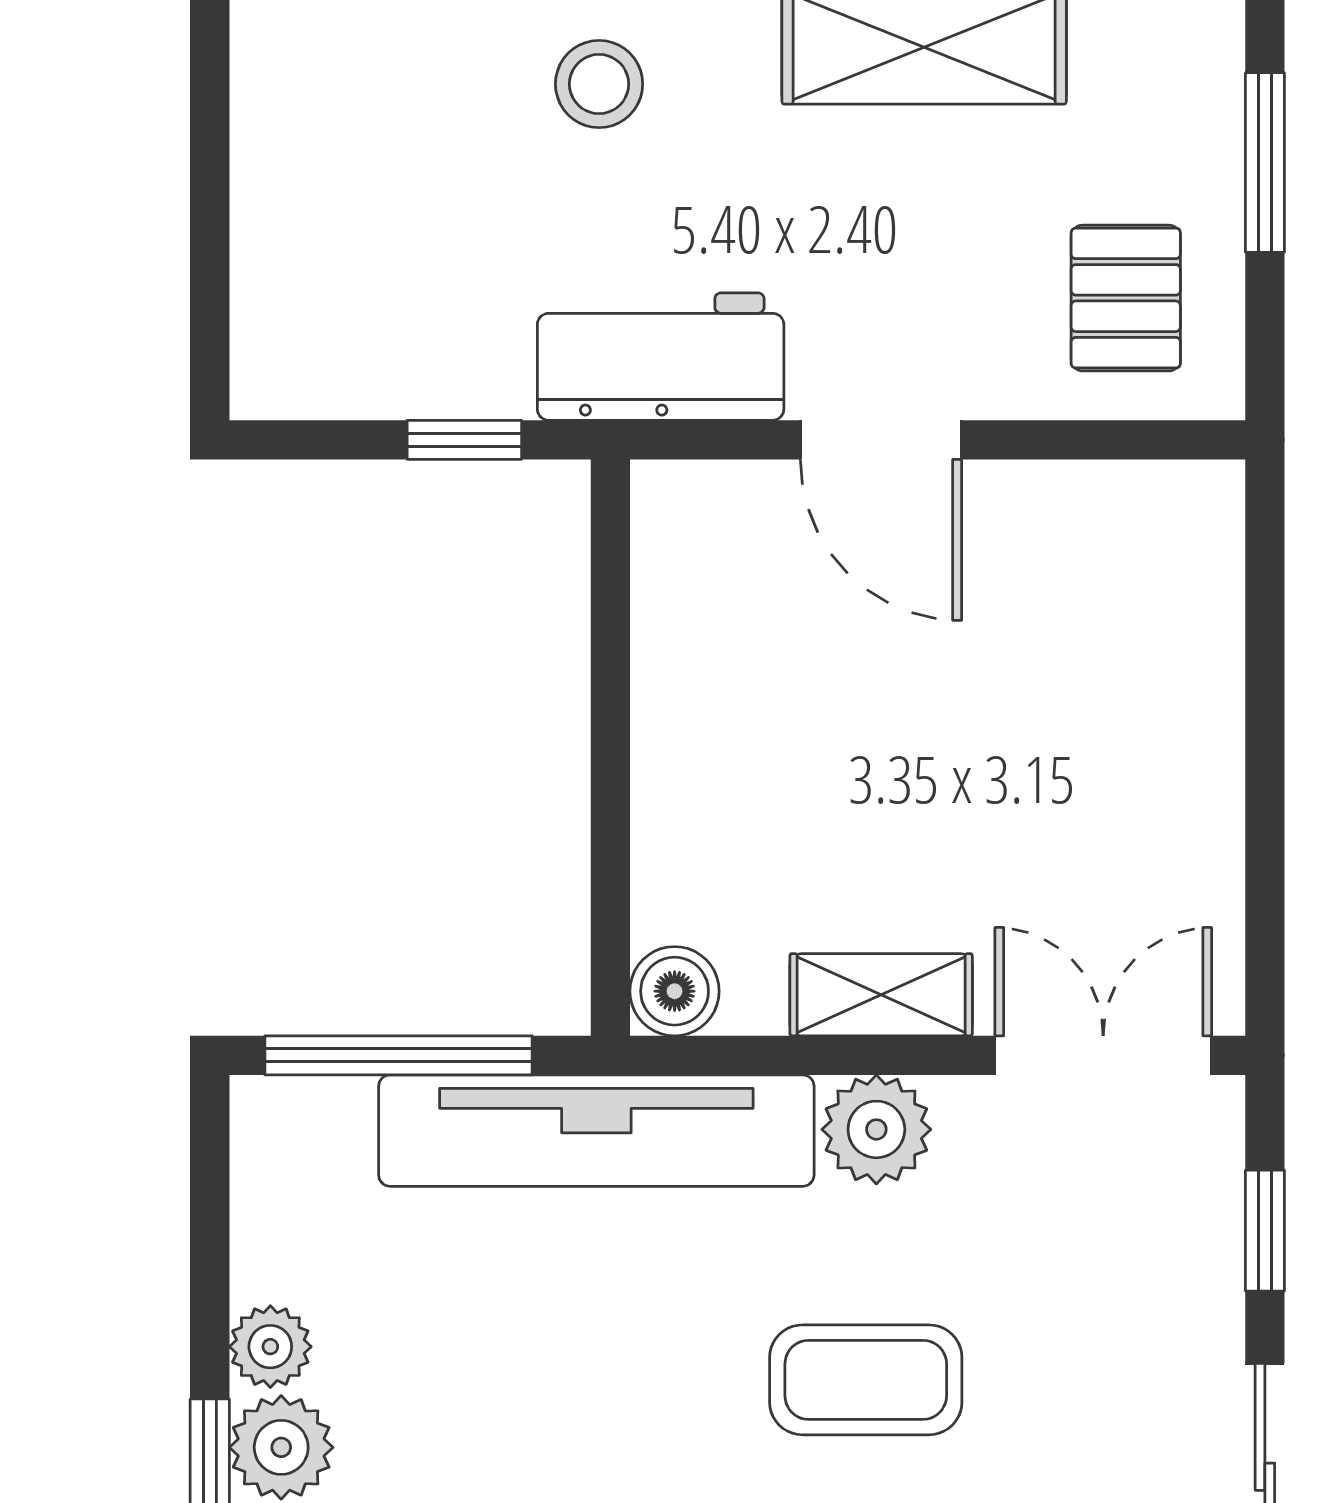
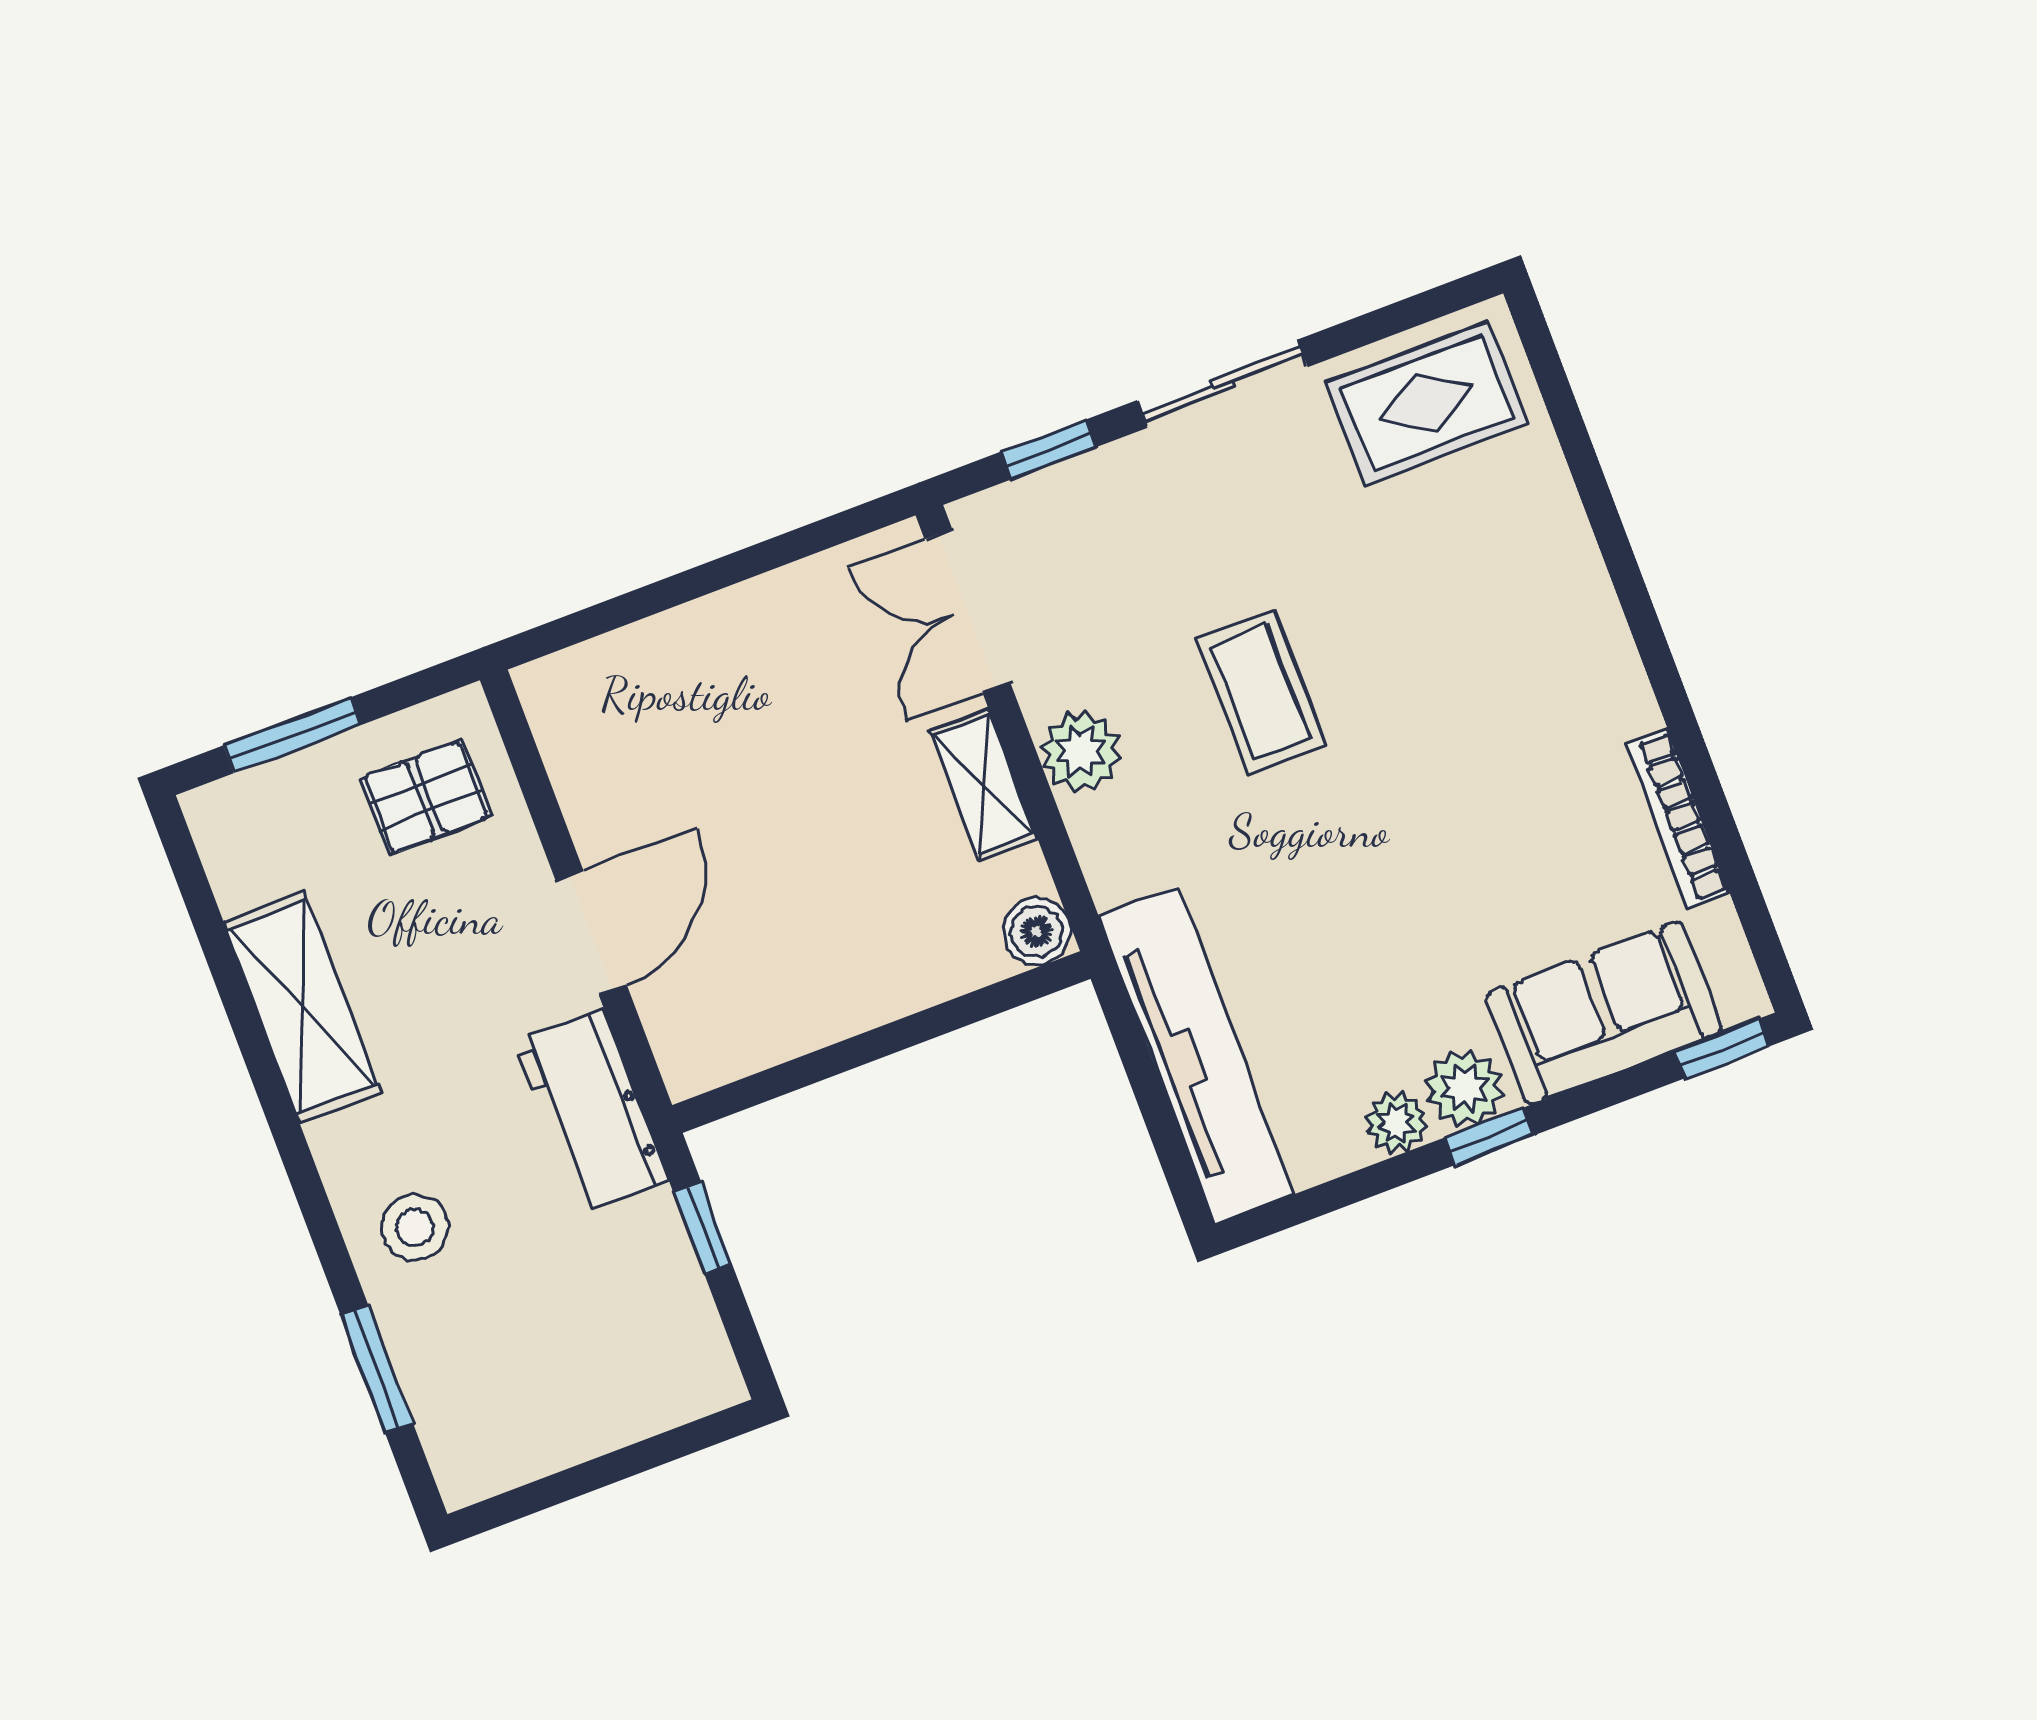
window: (399, 1055) -> (1156, 1110), removed
tv unit: (596, 1131) -> (1196, 1055), moved

